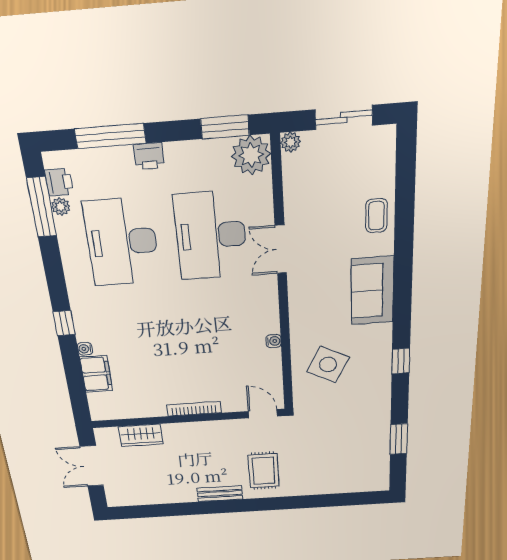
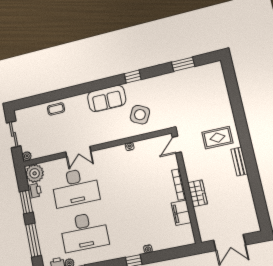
window: (225, 127) -> (26, 202), moved
printer: (149, 156) -> (35, 191), moved
sofa: (372, 291) -> (107, 98), moved
filing cabinet: (96, 374) -> (181, 213), moved, turned -90
wardrobe: (141, 435) -> (197, 193), moved

